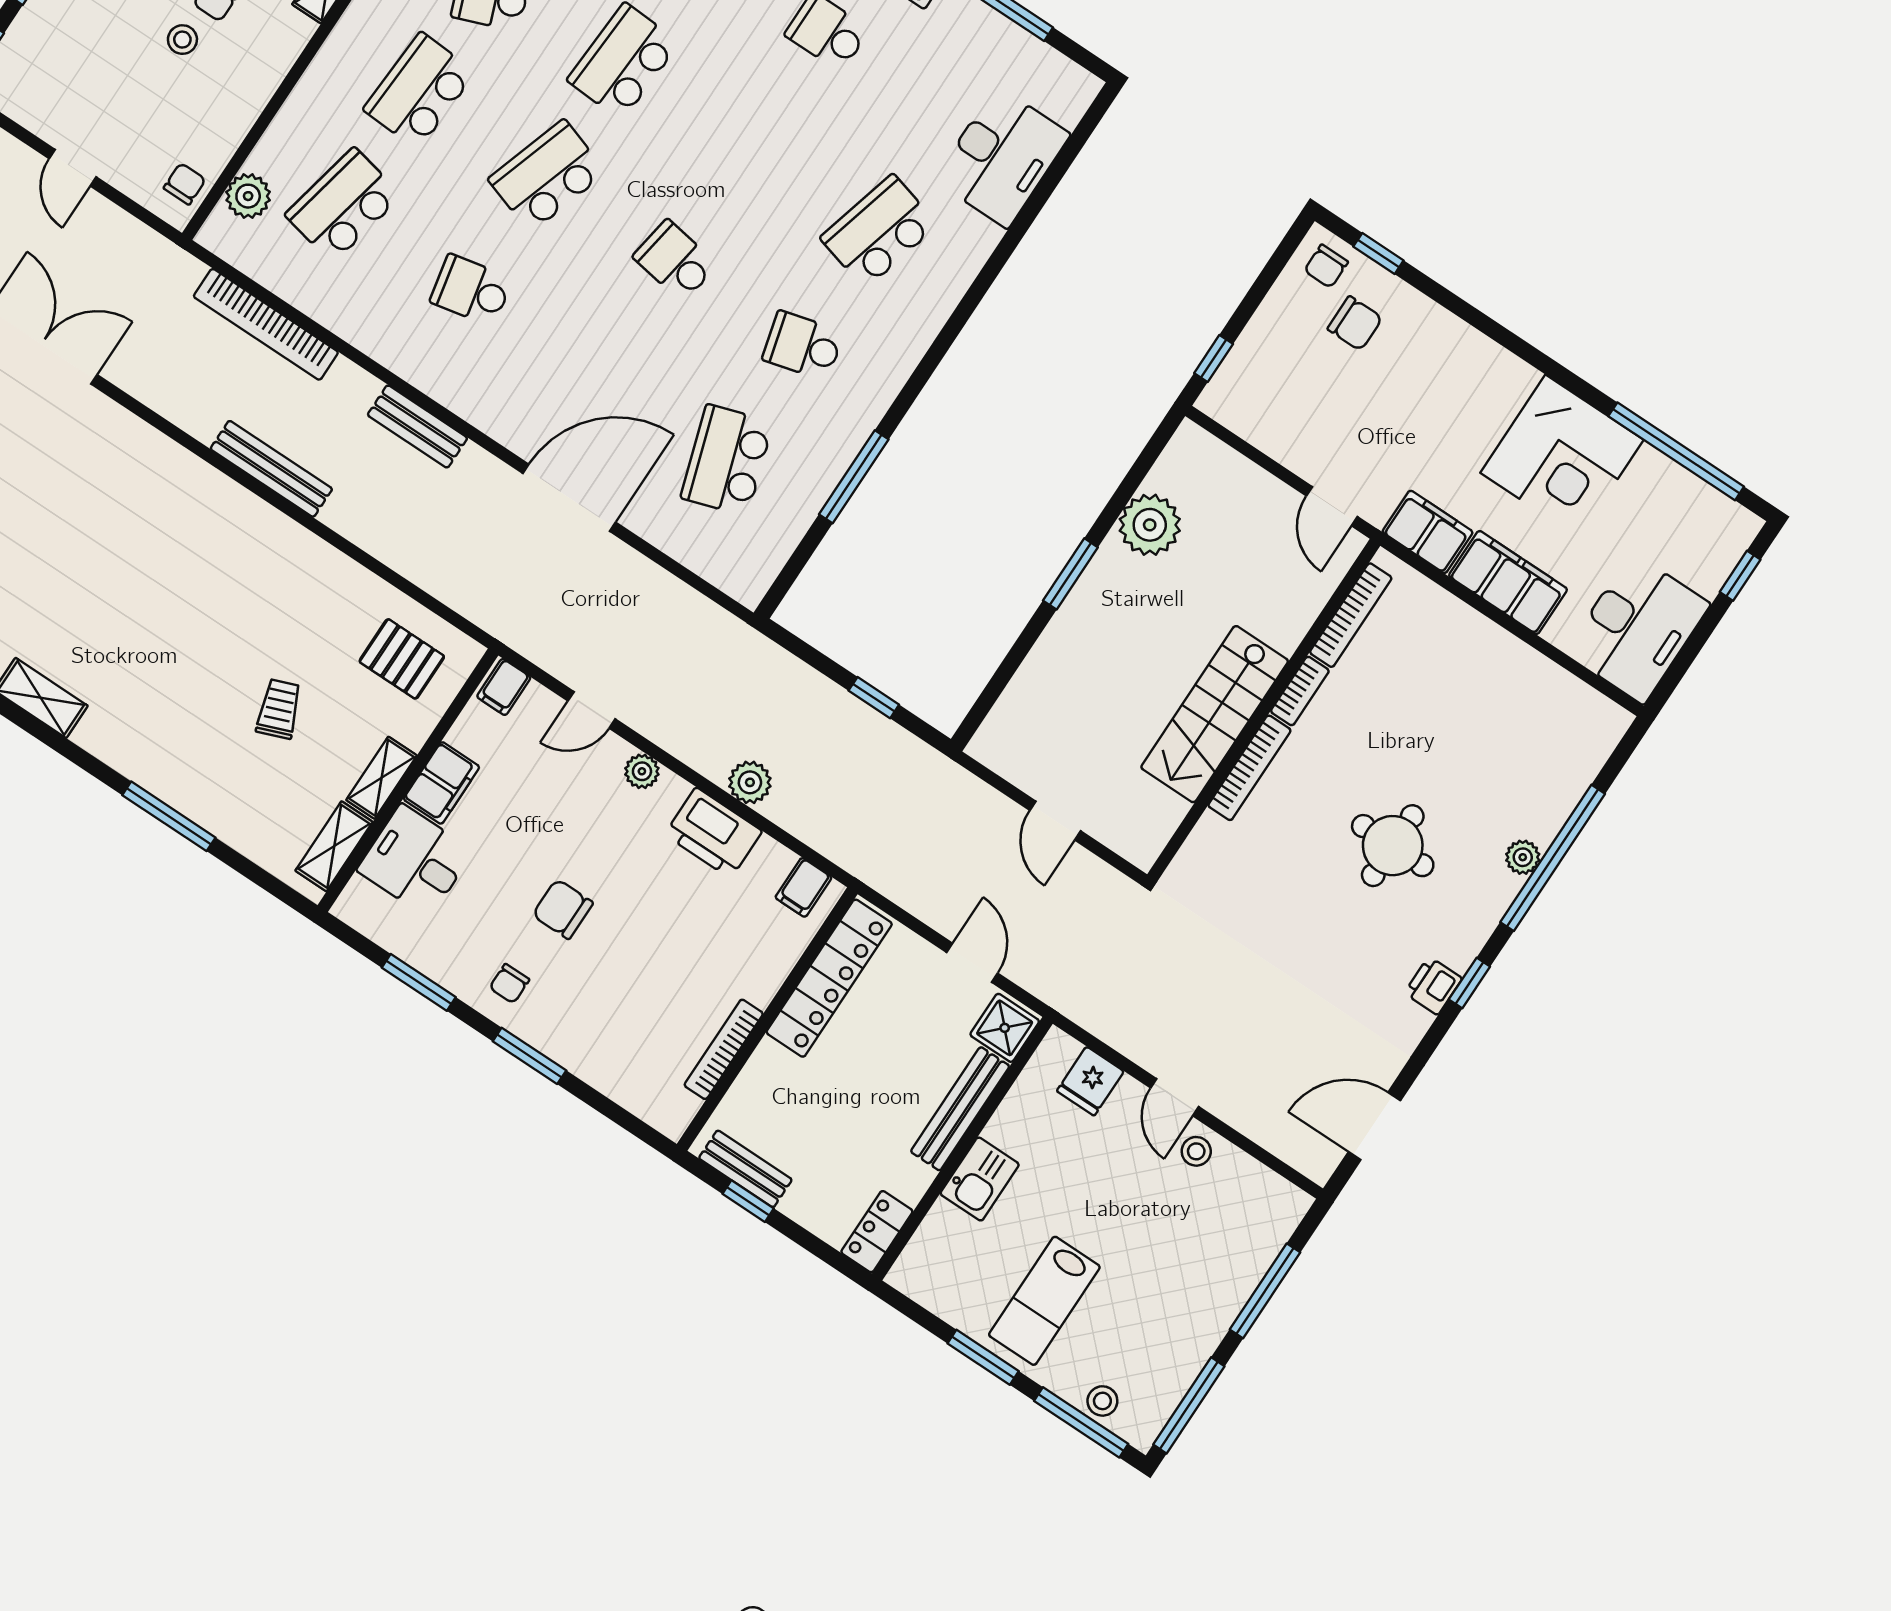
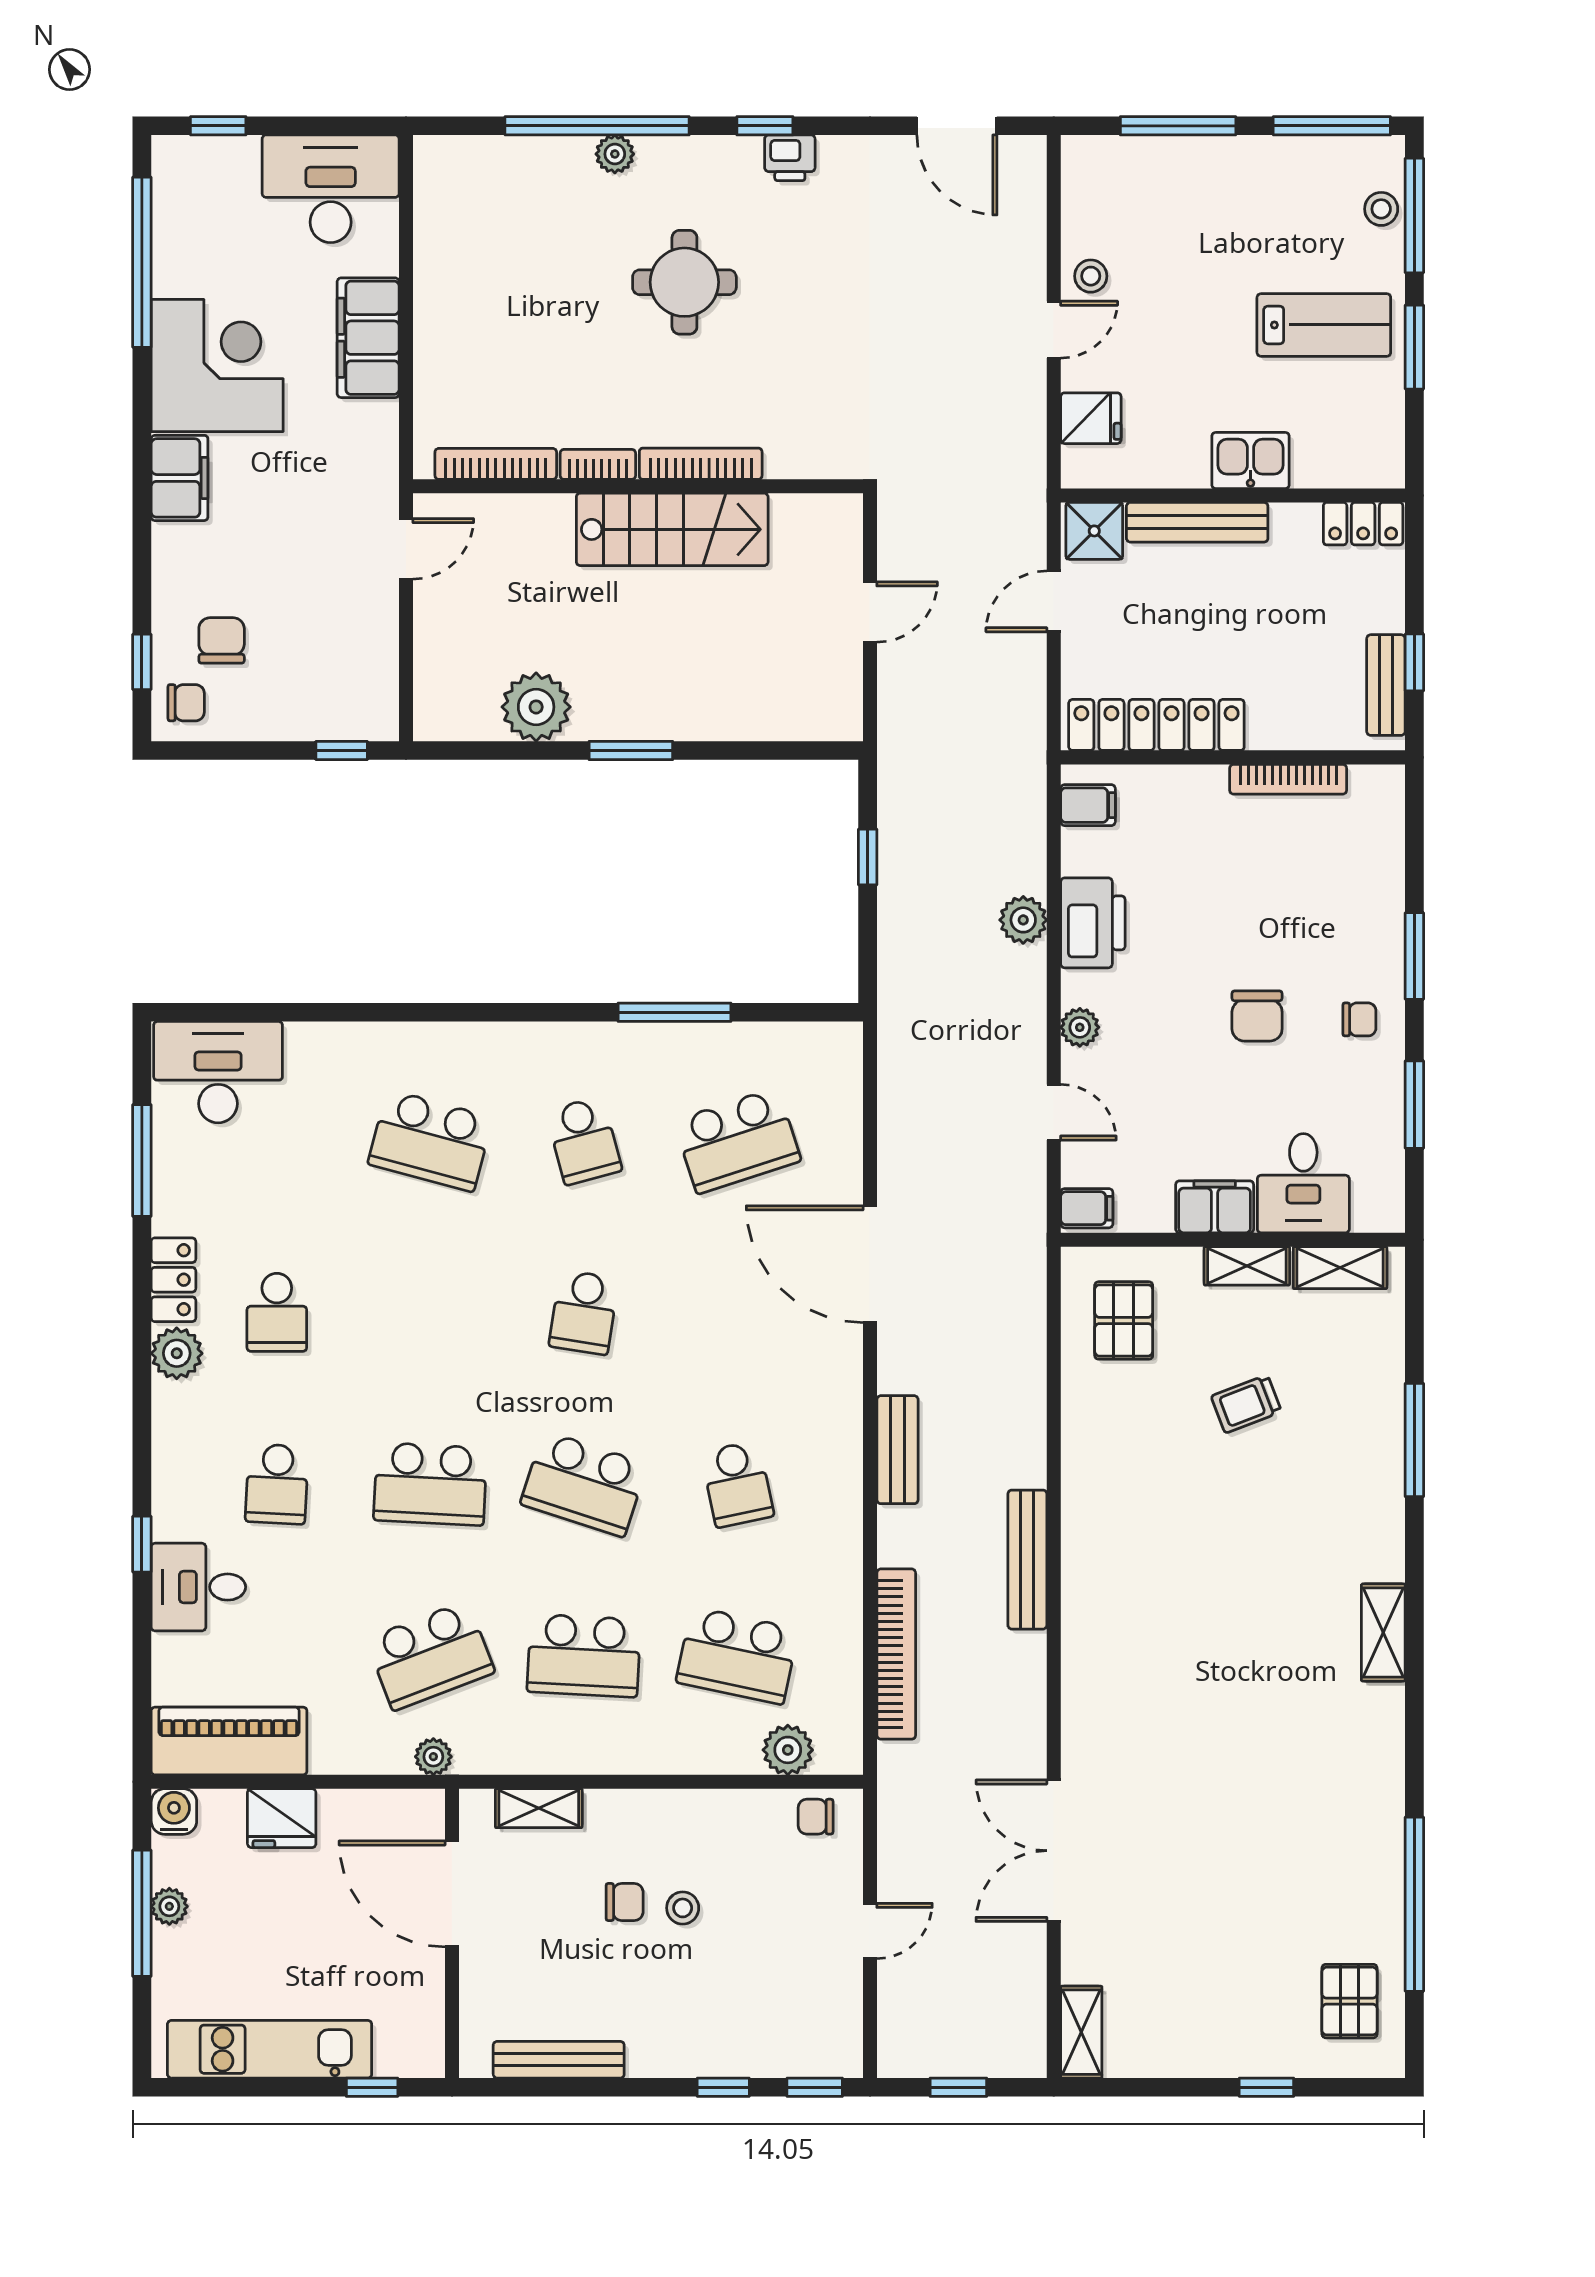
desk: (1002, 157) -> (218, 1072), moved
filing cabinet: (1428, 532) -> (180, 478), moved, turned 180

